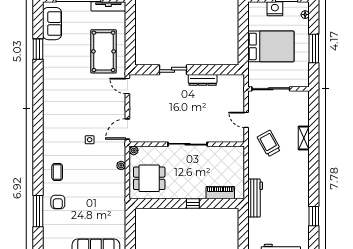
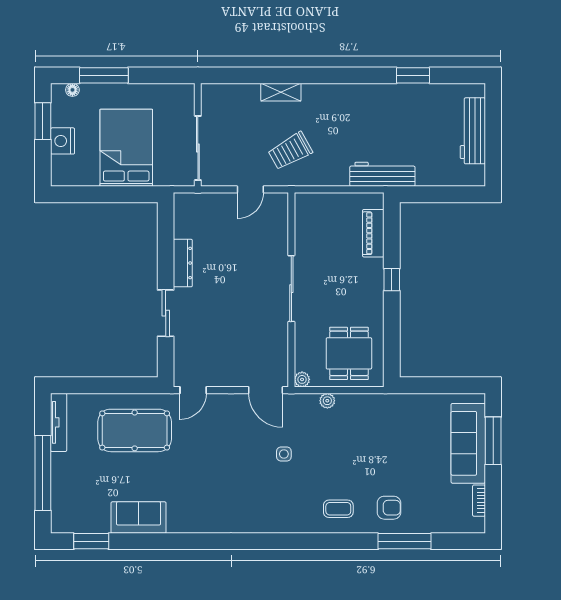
sofa: (52, 24) -> (139, 518), moved
window: (38, 49) -> (91, 541), moved
window: (314, 49) -> (104, 75), moved

